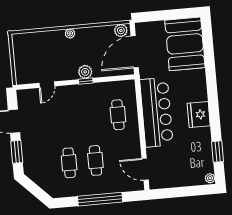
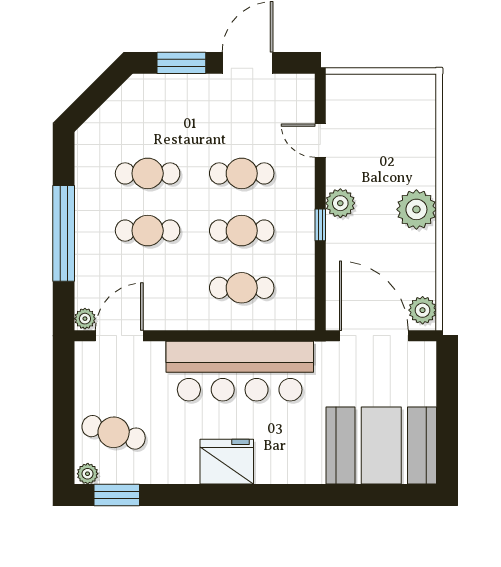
plant: (70, 33) -> (416, 209), width x1.87, depth x1.87
plant: (85, 72) -> (340, 203), moved
cafe table: (92, 117) -> (242, 231), added
cafe table: (65, 119) -> (242, 173), added
window: (218, 152) -> (117, 495), moved
cafe table: (190, 168) -> (114, 432), added
plant: (139, 186) -> (85, 319), added

